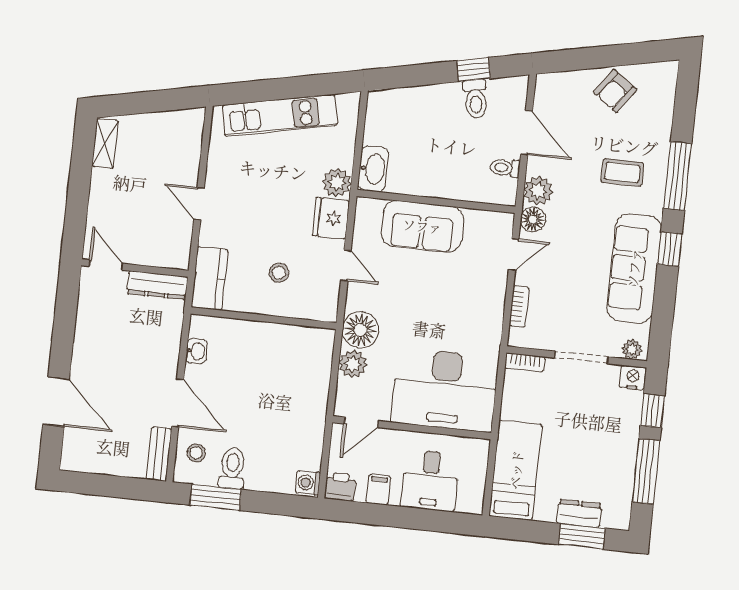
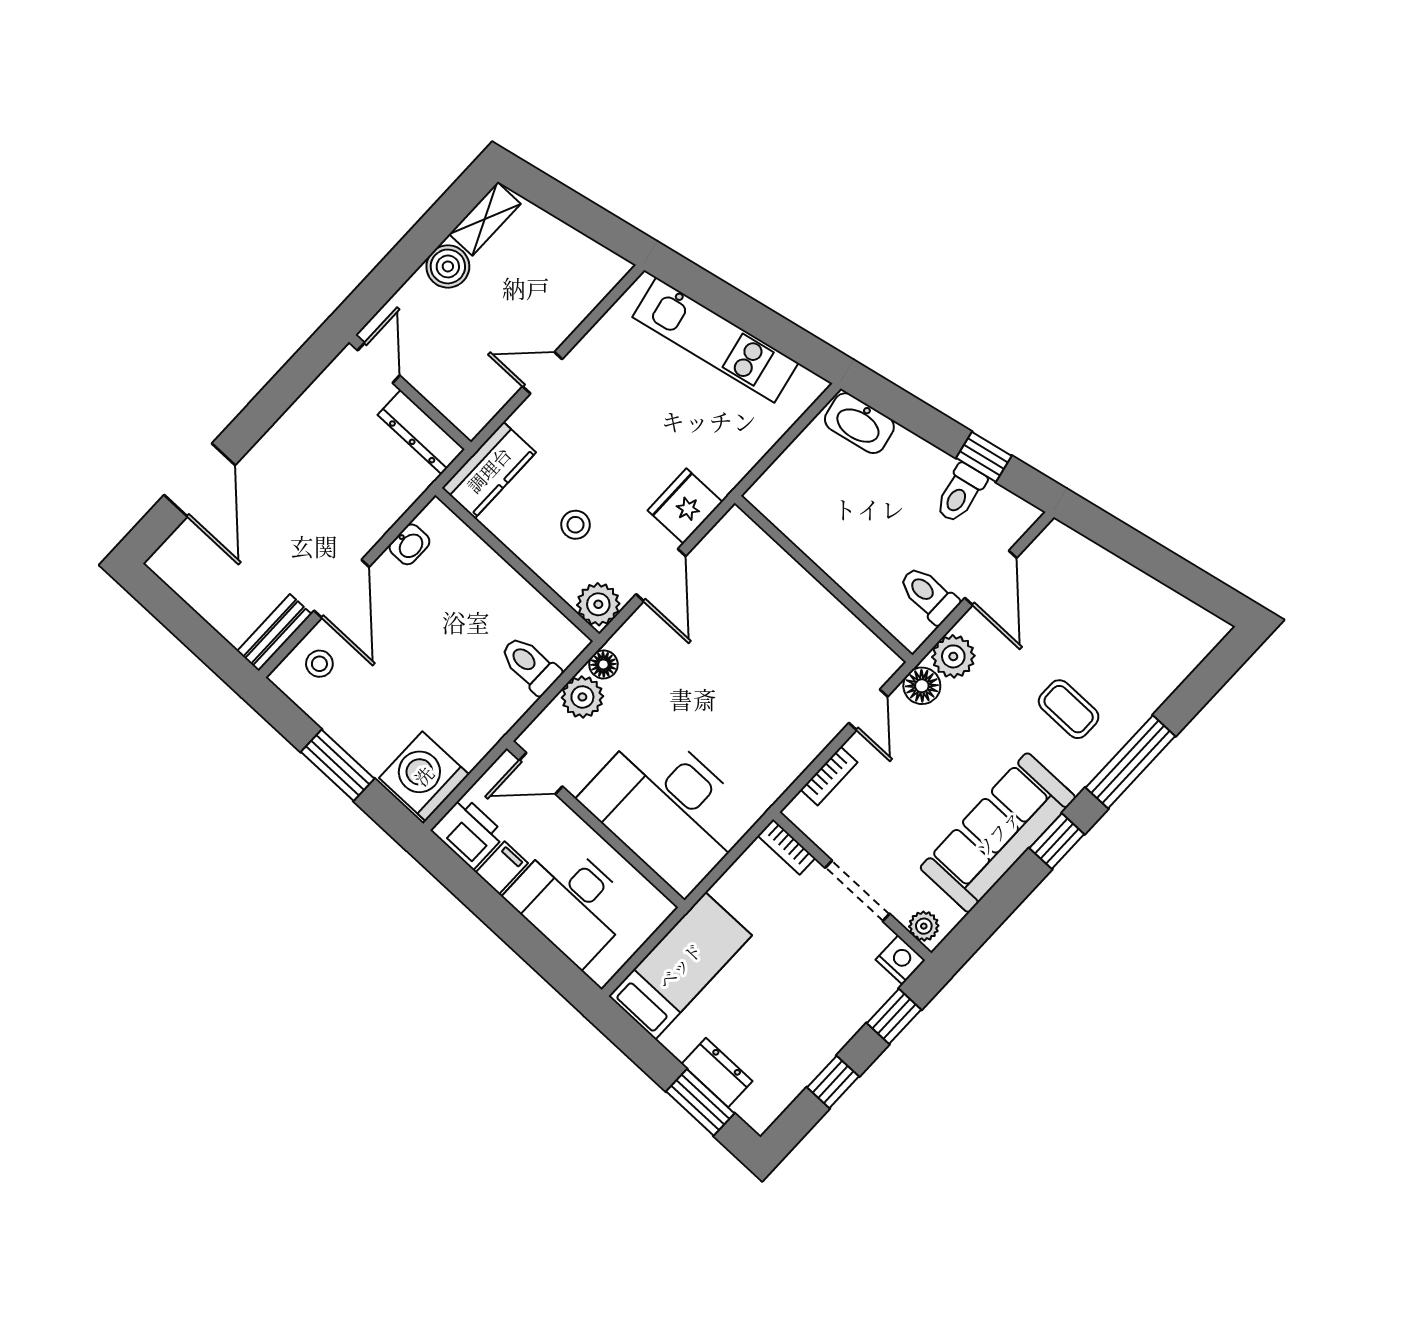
armchair: (615, 91) -> (1132, 607), removed
toilet: (505, 168) -> (929, 595), width x1.37, depth x1.39
washbasin: (373, 169) -> (859, 423), moved, turned 78
plant: (337, 182) -> (598, 604), moved
boiler: (104, 184) -> (448, 266), added
door: (199, 204) -> (542, 373), hinge flipped
sofa: (422, 226) -> (785, 596), removed
door: (514, 254) -> (868, 710), hinge flipped
door: (346, 266) -> (661, 575), width x1.38
floor lamp: (360, 330) -> (603, 664), width x0.53, depth x0.53
toilet: (232, 468) -> (530, 665), moved, turned -90
window: (646, 471) -> (833, 1082), width x0.46
desk: (430, 480) -> (571, 902), width x1.37
washing machine: (308, 483) -> (424, 776), width x1.89, depth x1.89
printer: (340, 487) -> (468, 833), width x1.36, depth x1.24
window: (216, 497) -> (338, 765), moved

